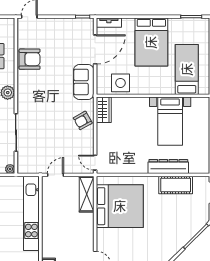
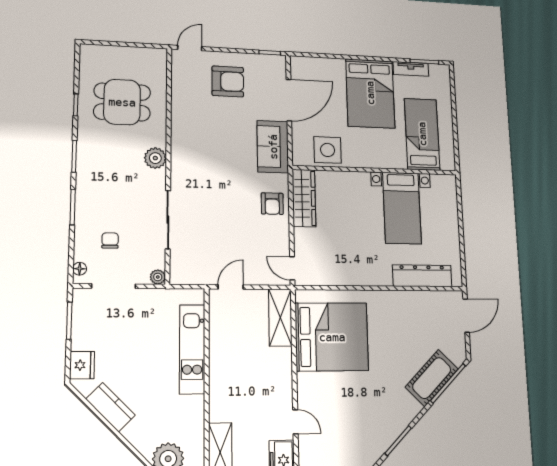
tv unit: (109, 23) -> (411, 69), moved
armchair: (30, 59) -> (228, 81), moved
wardrobe: (104, 110) -> (304, 198), width x1.50
armchair: (83, 120) -> (272, 204), turned -61
dresser: (168, 166) -> (422, 276), moved
cot: (176, 185) -> (432, 378), moved, turned -45
kitchen unit: (31, 213) -> (192, 349), width x0.73

